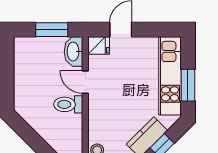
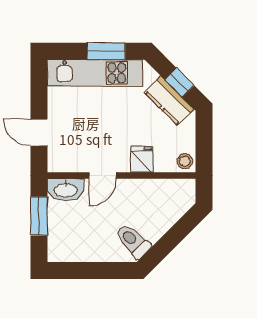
fridge: (99, 45) -> (142, 159), moved
toilet: (68, 104) -> (133, 241), moved, turned 135

